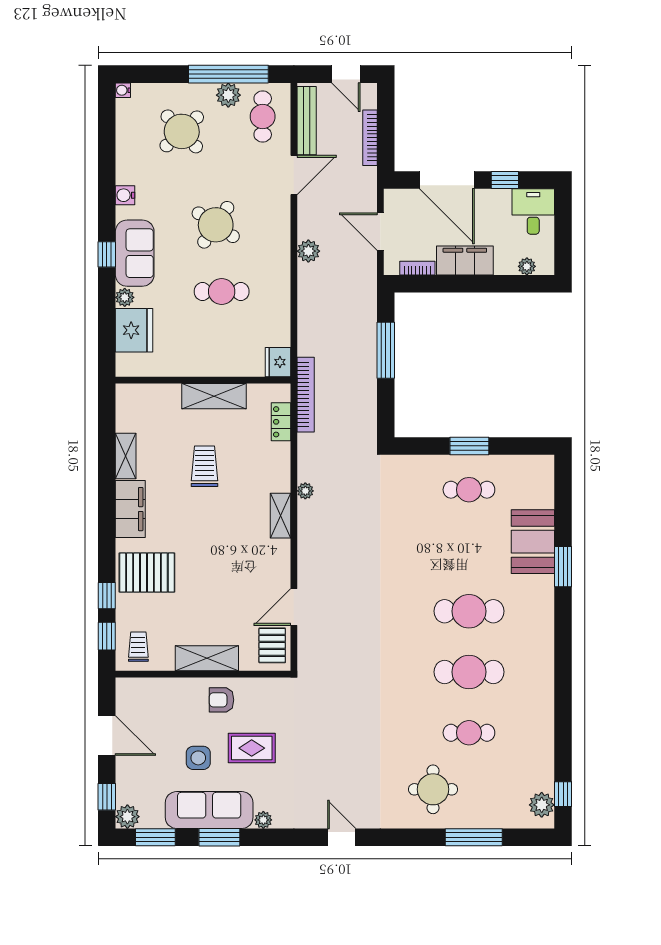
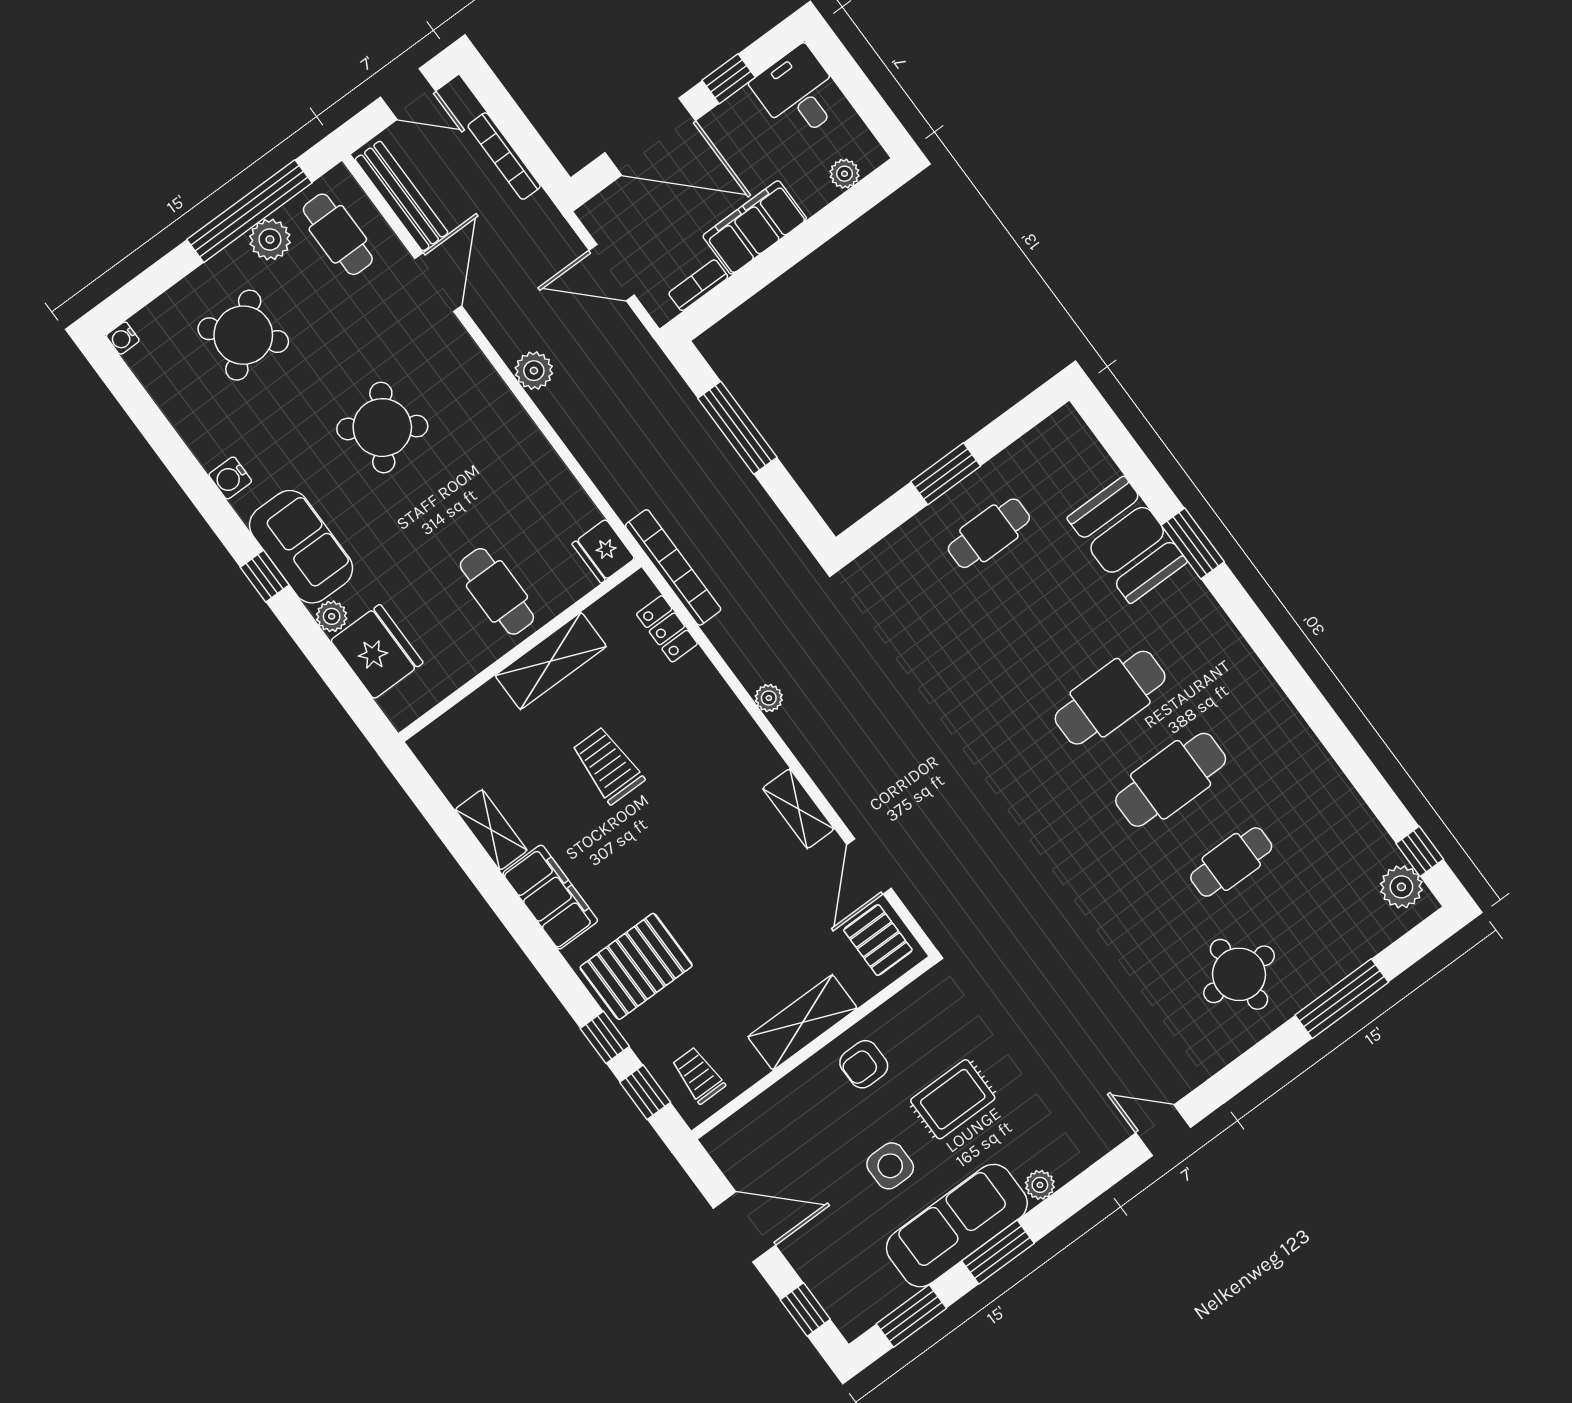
cafe table: (222, 292) -> (497, 591), moved, turned 90
shelving: (280, 516) -> (798, 809), moved
plant: (127, 817) -> (853, 1316), removed

